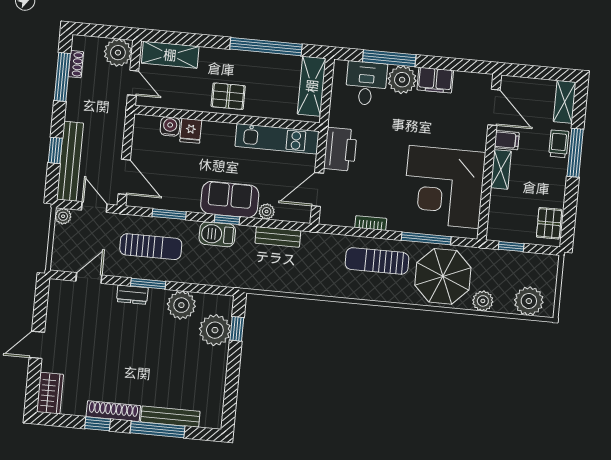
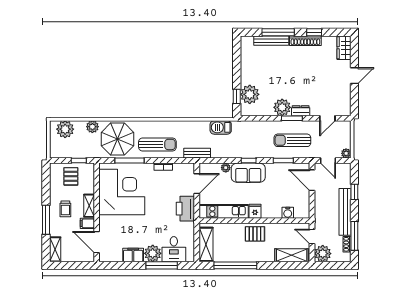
fridge: (191, 131) -> (255, 211), moved
trolley: (559, 144) -> (65, 209), moved
bench: (70, 161) -> (345, 212), moved
pallet: (549, 223) -> (71, 176), moved
barbecue: (217, 234) -> (221, 127), moved, turned 180
bench: (278, 237) -> (197, 153), moved
plant: (181, 305) -> (282, 107), moved

